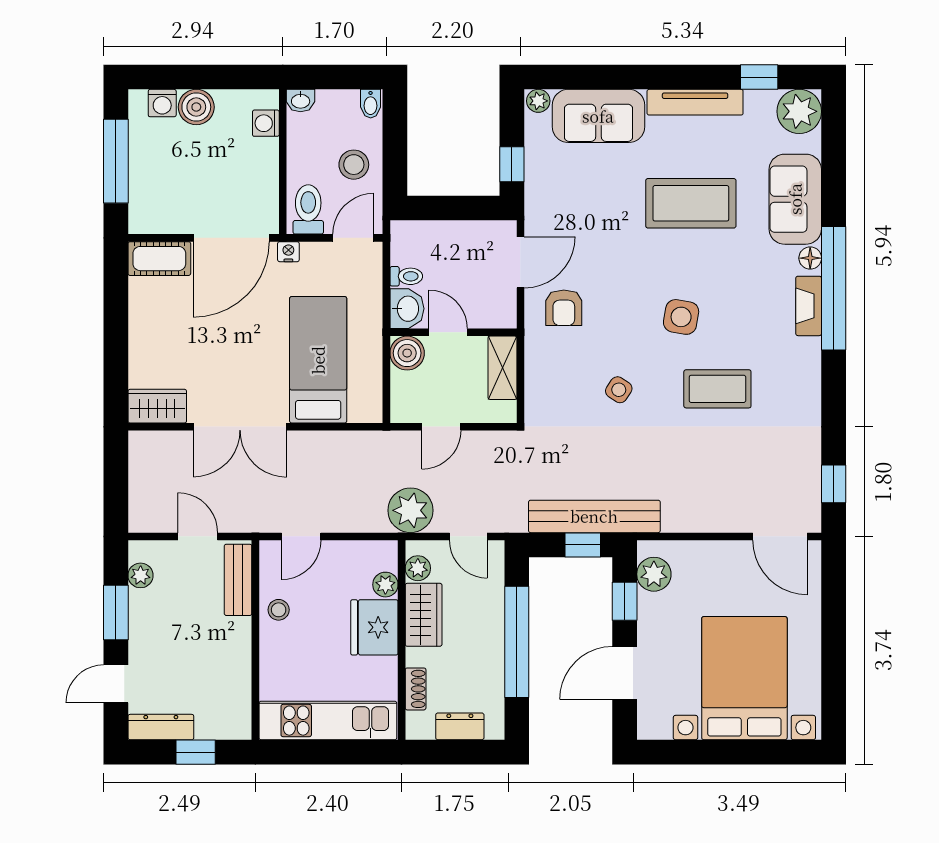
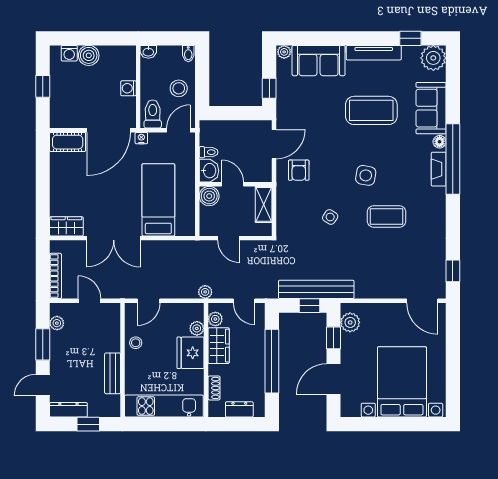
washing machine: (266, 123) -> (128, 88), moved
window: (116, 161) -> (43, 86), width x0.46
door: (441, 427) -> (229, 238), hinge flipped
bookcase: (138, 493) -> (56, 276), added
plant: (410, 510) -> (205, 292), width x0.53, depth x0.53
bench: (238, 580) -> (113, 373), moved

